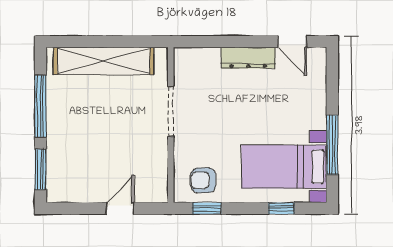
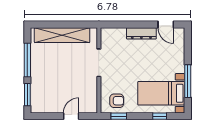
armchair: (203, 180) -> (117, 101), turned 180

